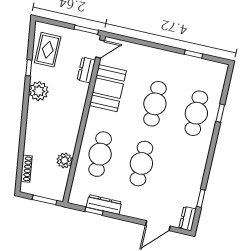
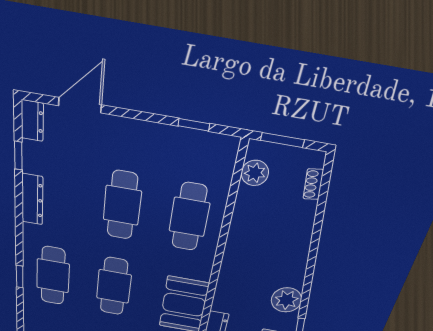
plant: (65, 161) -> (255, 173), moved
shoe rack: (26, 169) -> (313, 184), width x0.70
dresser: (104, 205) -> (32, 199), moved, turned -90

